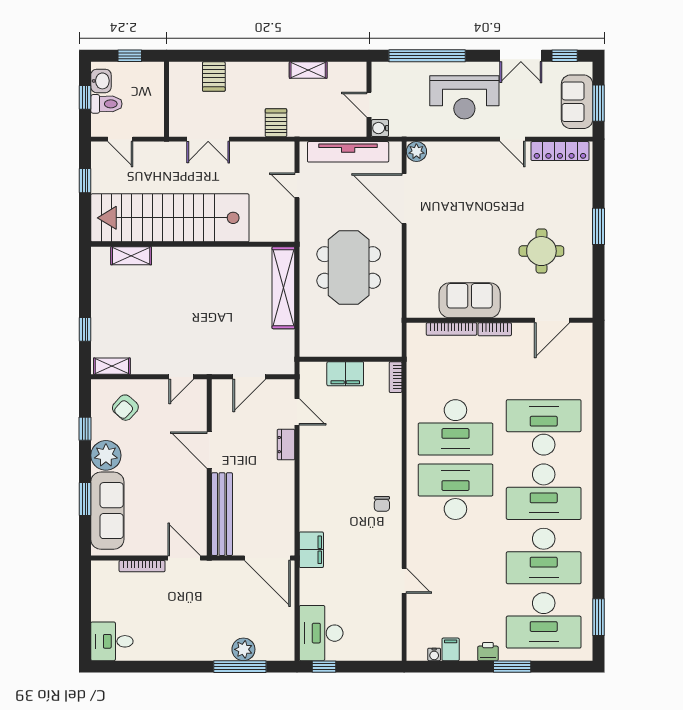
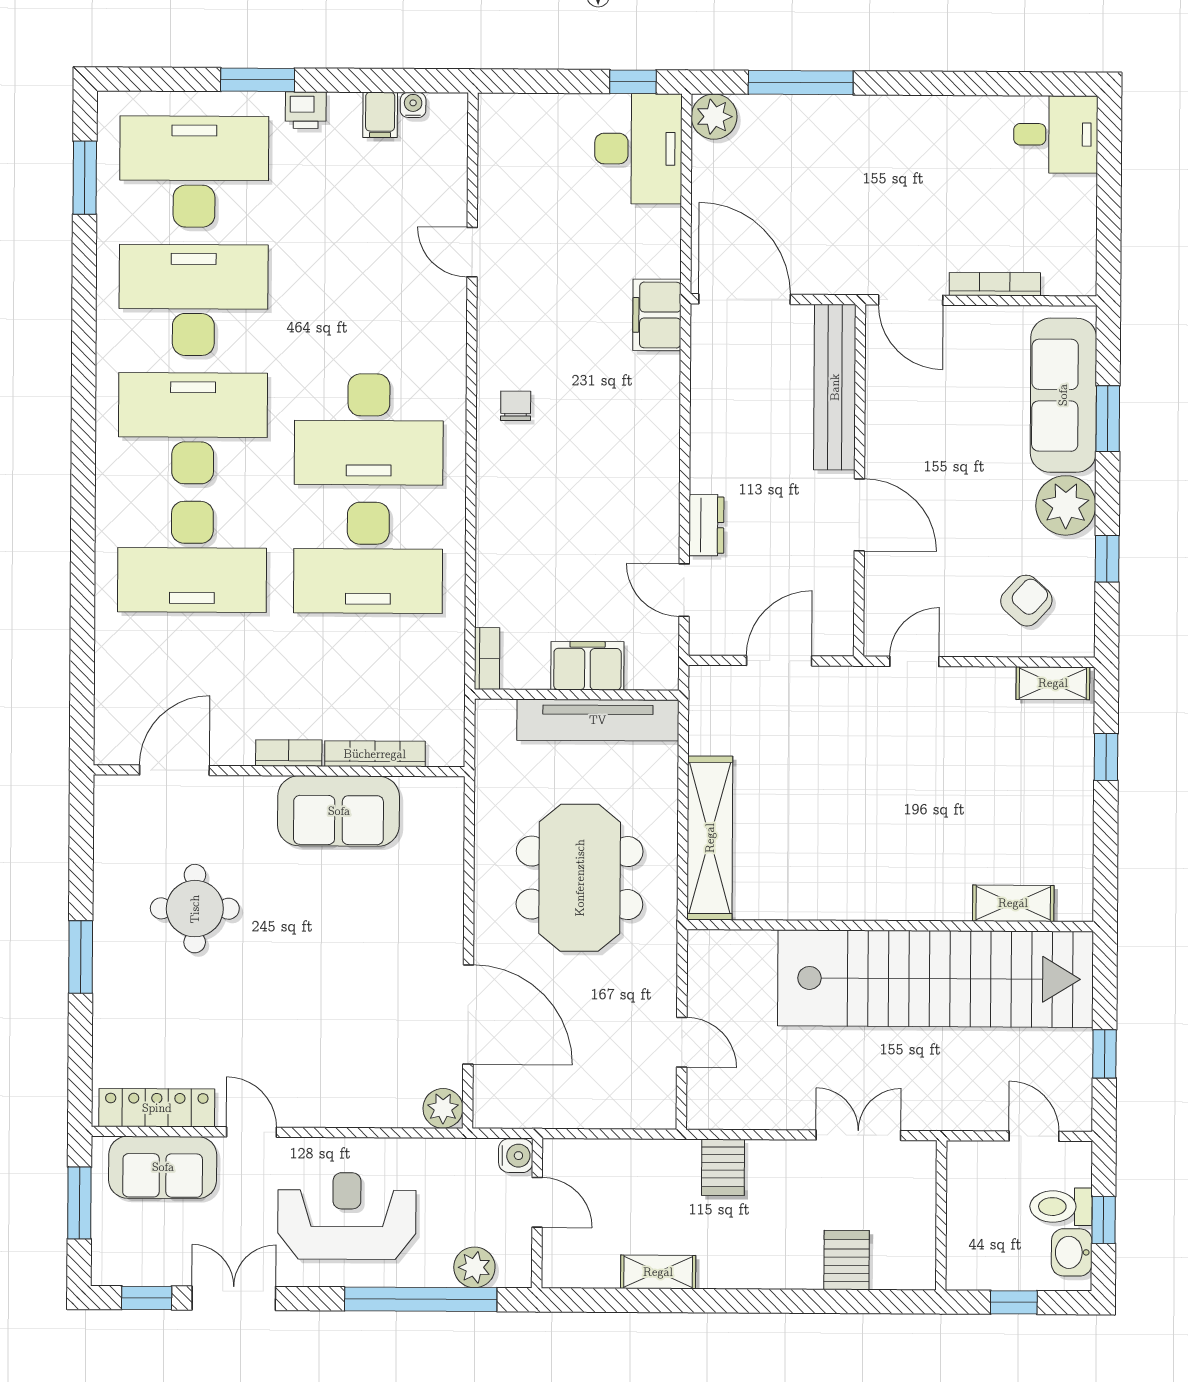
plant: (400, 72) -> (474, 1267), added
sofa: (577, 102) -> (163, 1167), moved, turned 90
tv unit: (348, 152) -> (598, 720), moved, turned 180
desk: (455, 427) -> (368, 558), turned 180
plant: (243, 649) -> (714, 117), moved

